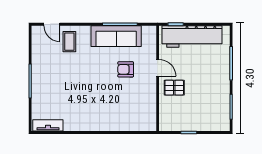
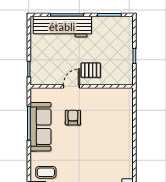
workbench: (192, 36) -> (62, 27), moved, turned 90
armchair: (126, 69) -> (73, 118), turned 180
pallet: (174, 88) -> (91, 70), turned 90

